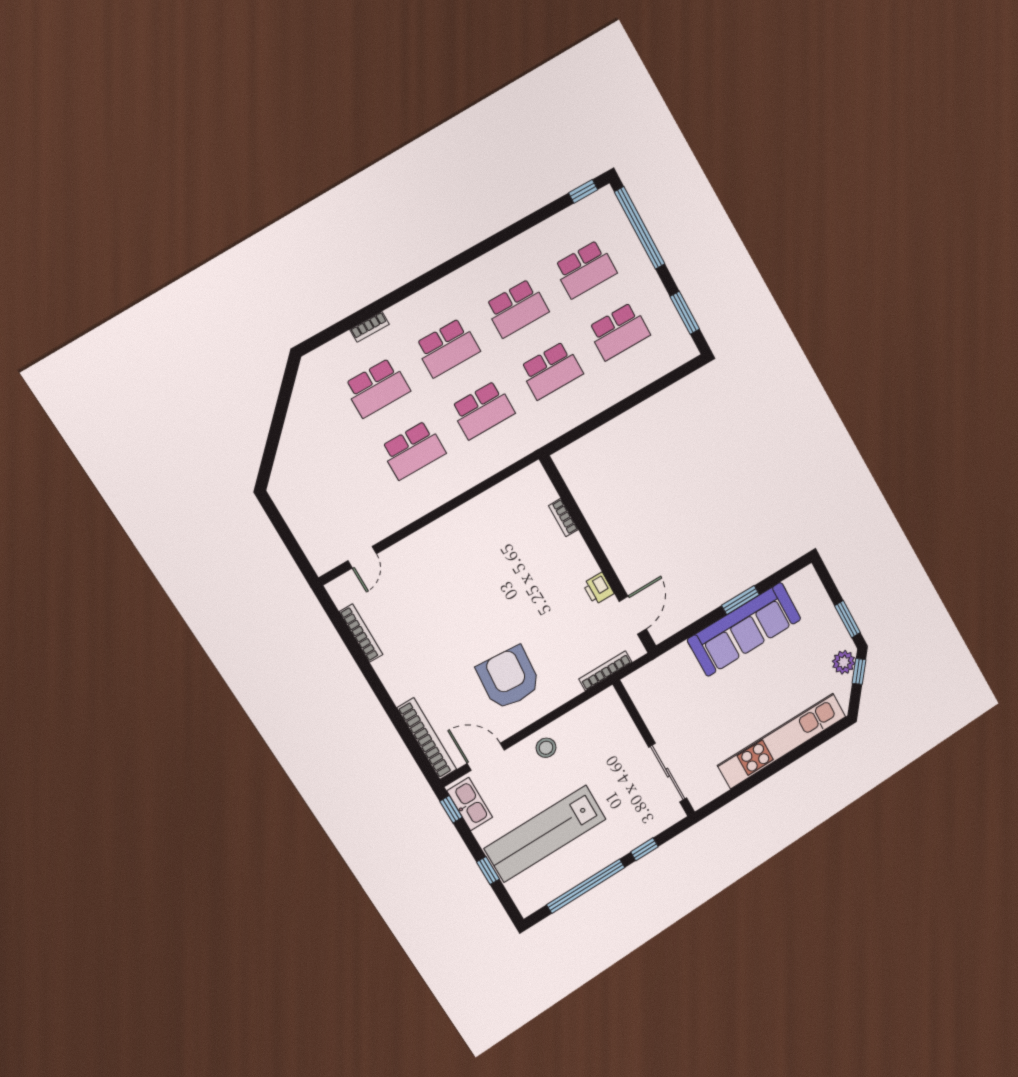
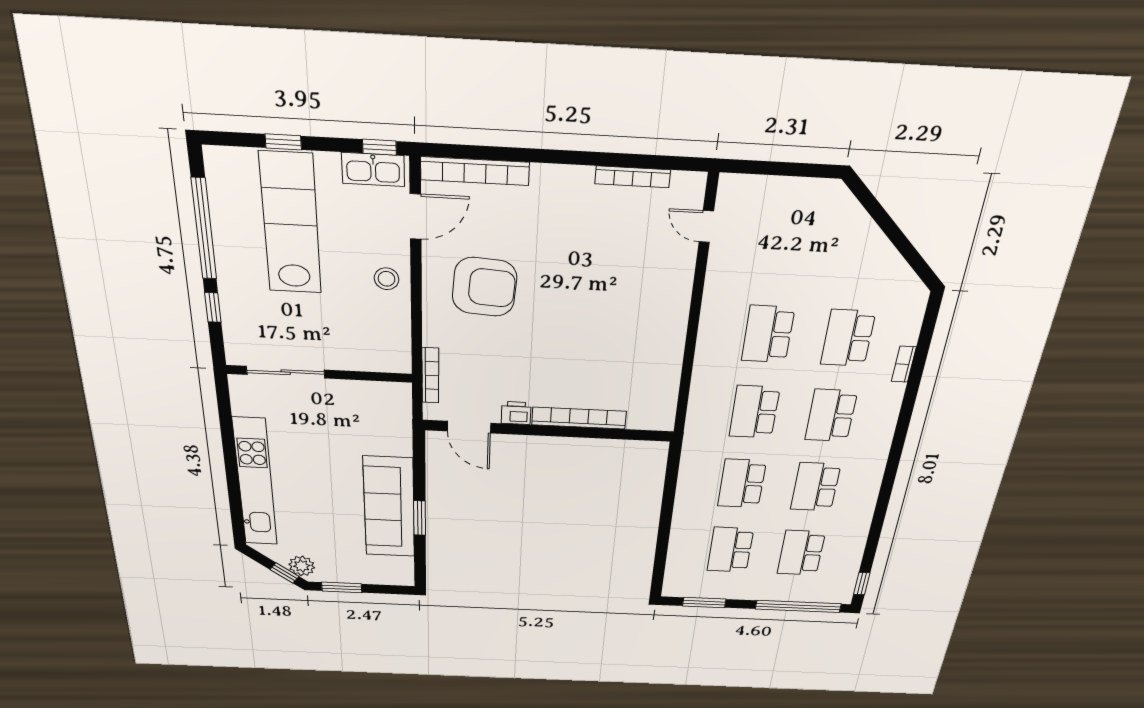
bookcase: (563, 518) -> (579, 418), width x2.31, depth x1.31

